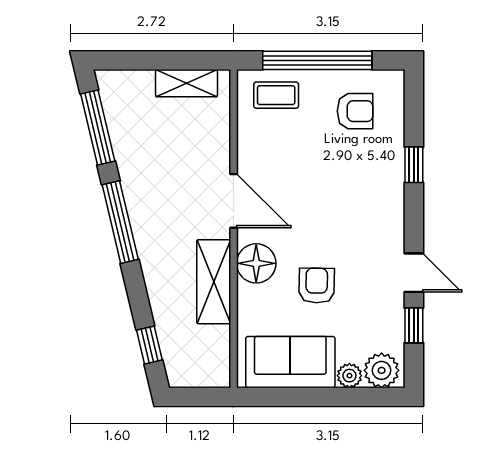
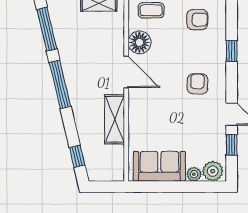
floor lamp: (256, 263) -> (139, 42), moved
armchair: (317, 286) -> (197, 84), moved

